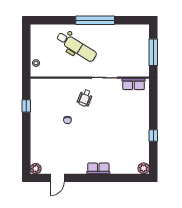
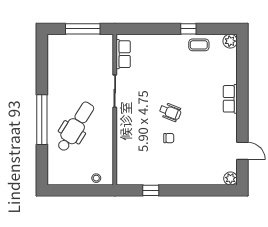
window: (95, 20) -> (42, 120), moved
wheelchair: (85, 98) -> (170, 112), moved
coffee table: (141, 144) -> (199, 45), added

